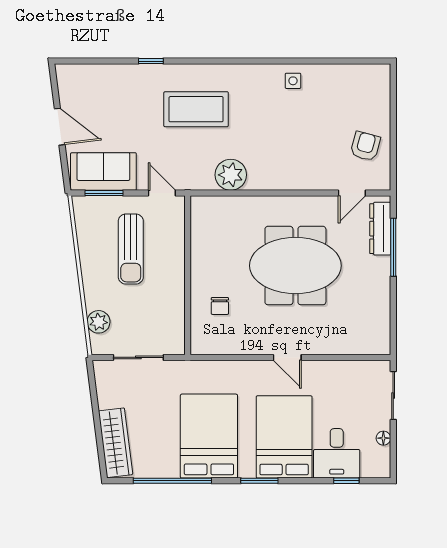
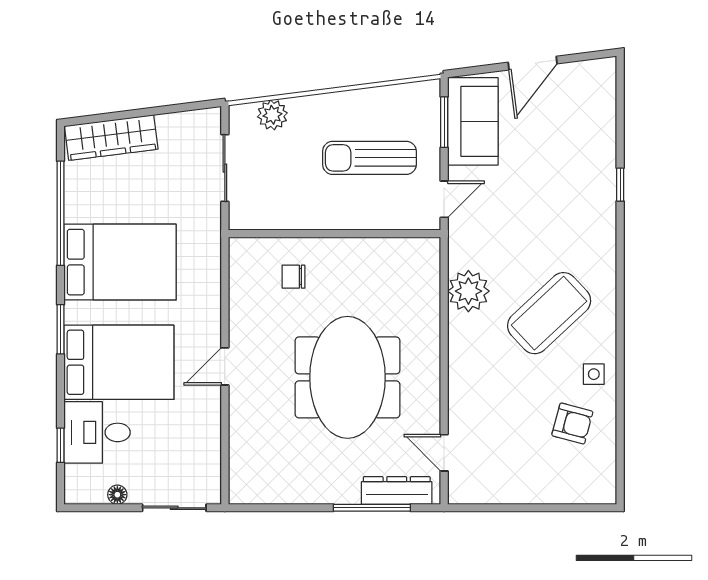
coffee table: (196, 109) -> (549, 313), moved, turned 47
armchair: (365, 146) -> (572, 423), moved

